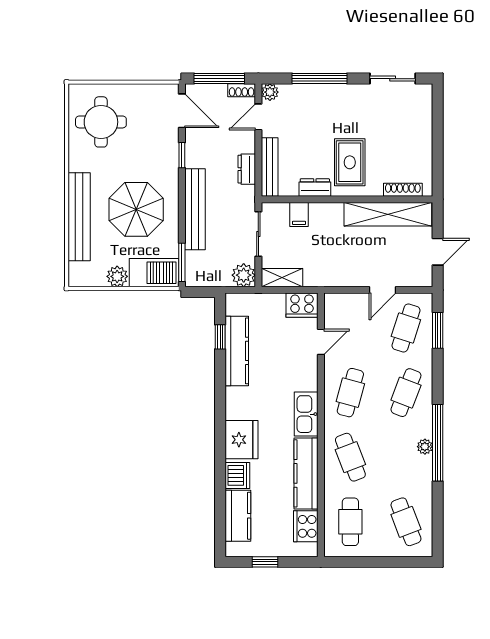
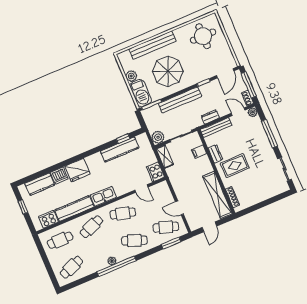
door: (438, 252) -> (209, 227), hinge flipped

